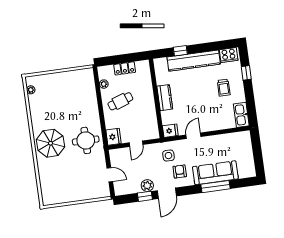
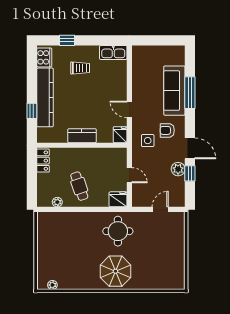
locker: (125, 68) -> (43, 161), moved

